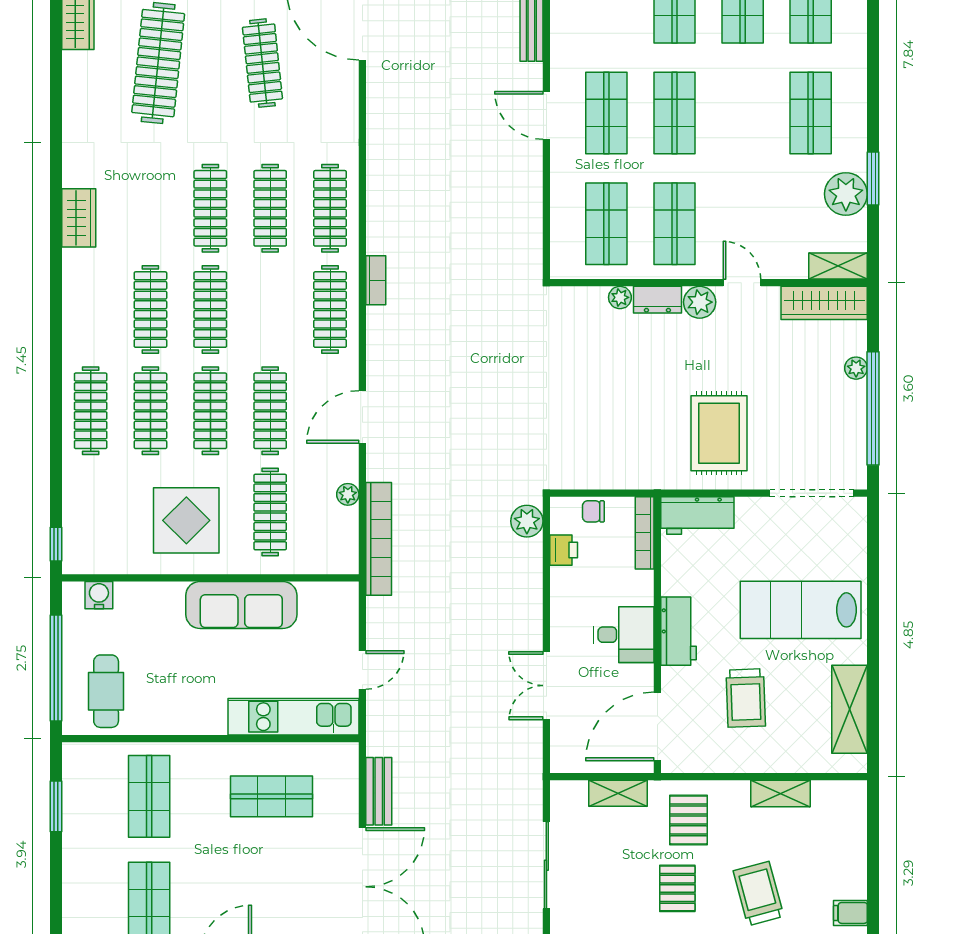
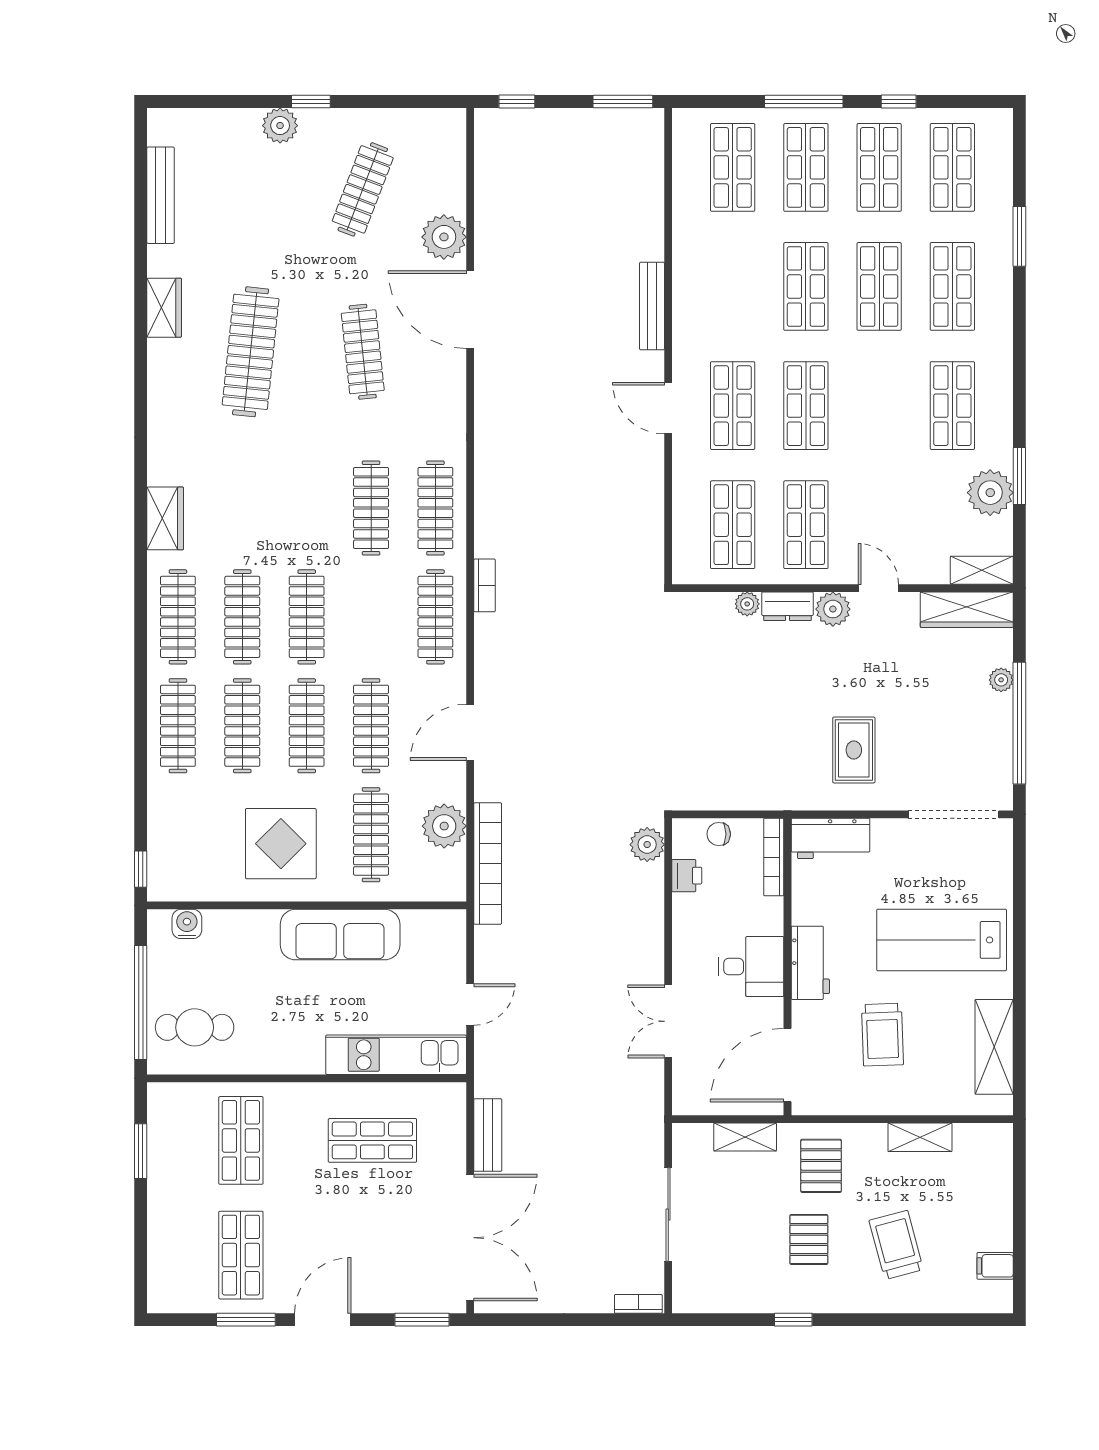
clothes rail: (210, 208) -> (178, 617), moved
rug: (719, 433) -> (854, 750), width x0.73, depth x0.70
plant: (348, 494) -> (444, 826), width x1.87, depth x1.87
cafe table: (106, 691) -> (195, 1027), turned 90

